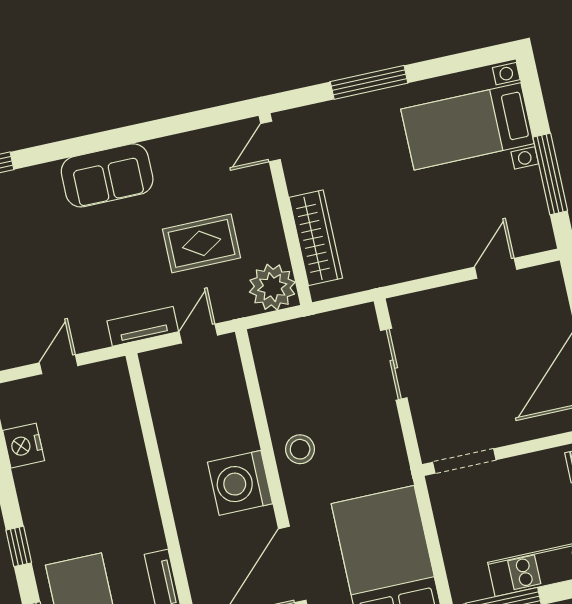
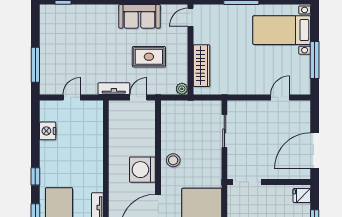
sofa: (107, 175) -> (139, 16), moved
plant: (272, 287) -> (182, 89), width x0.53, depth x0.53

